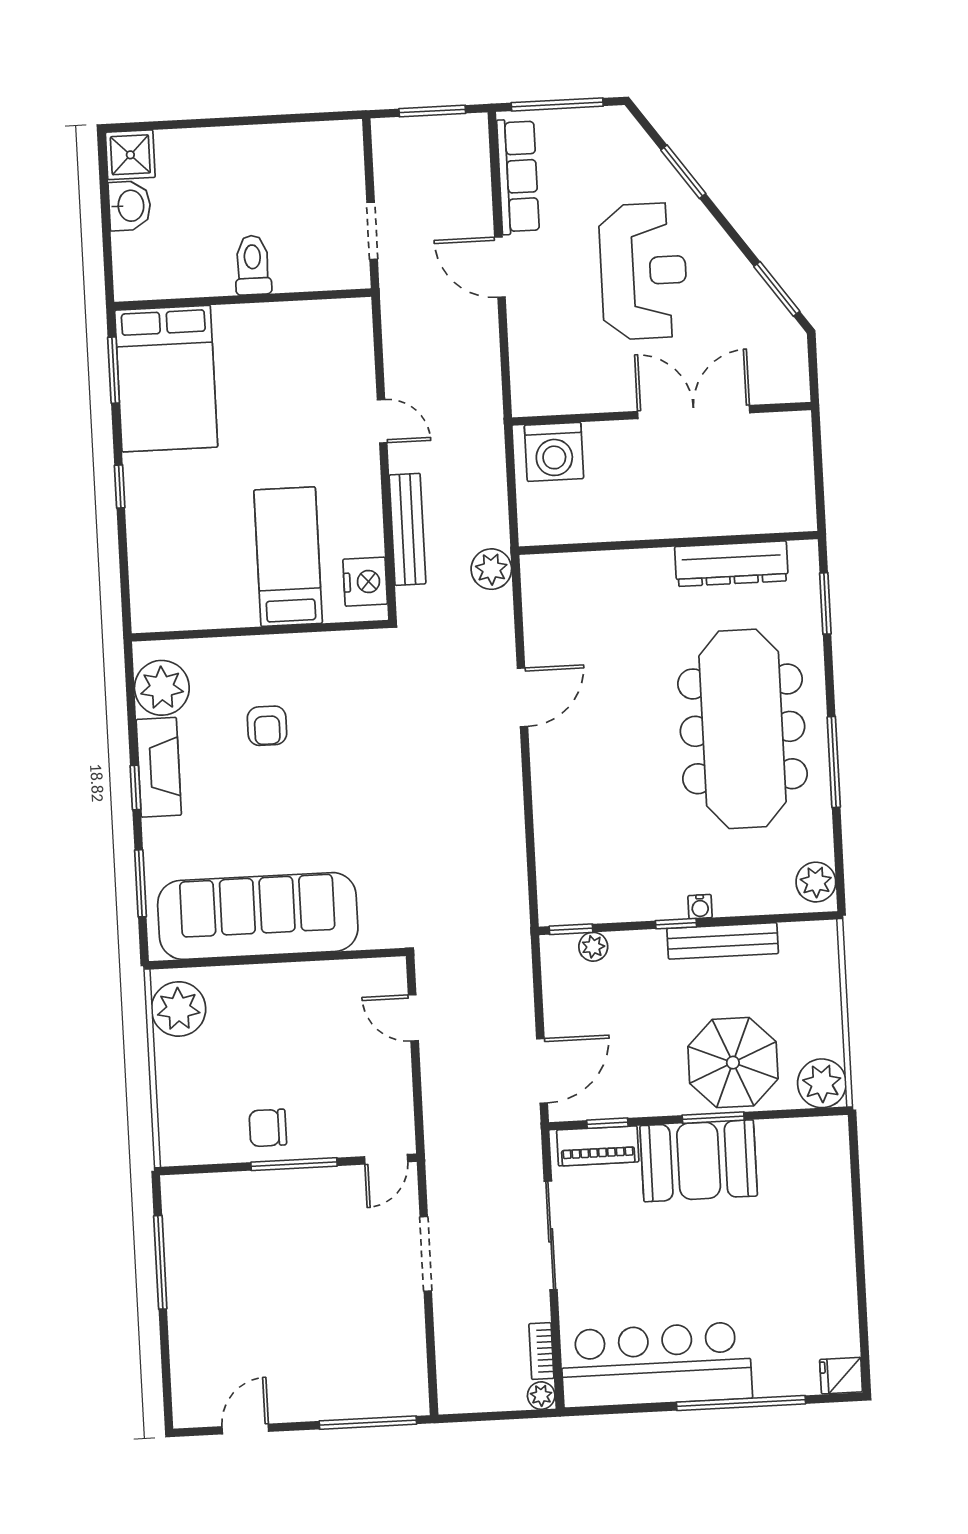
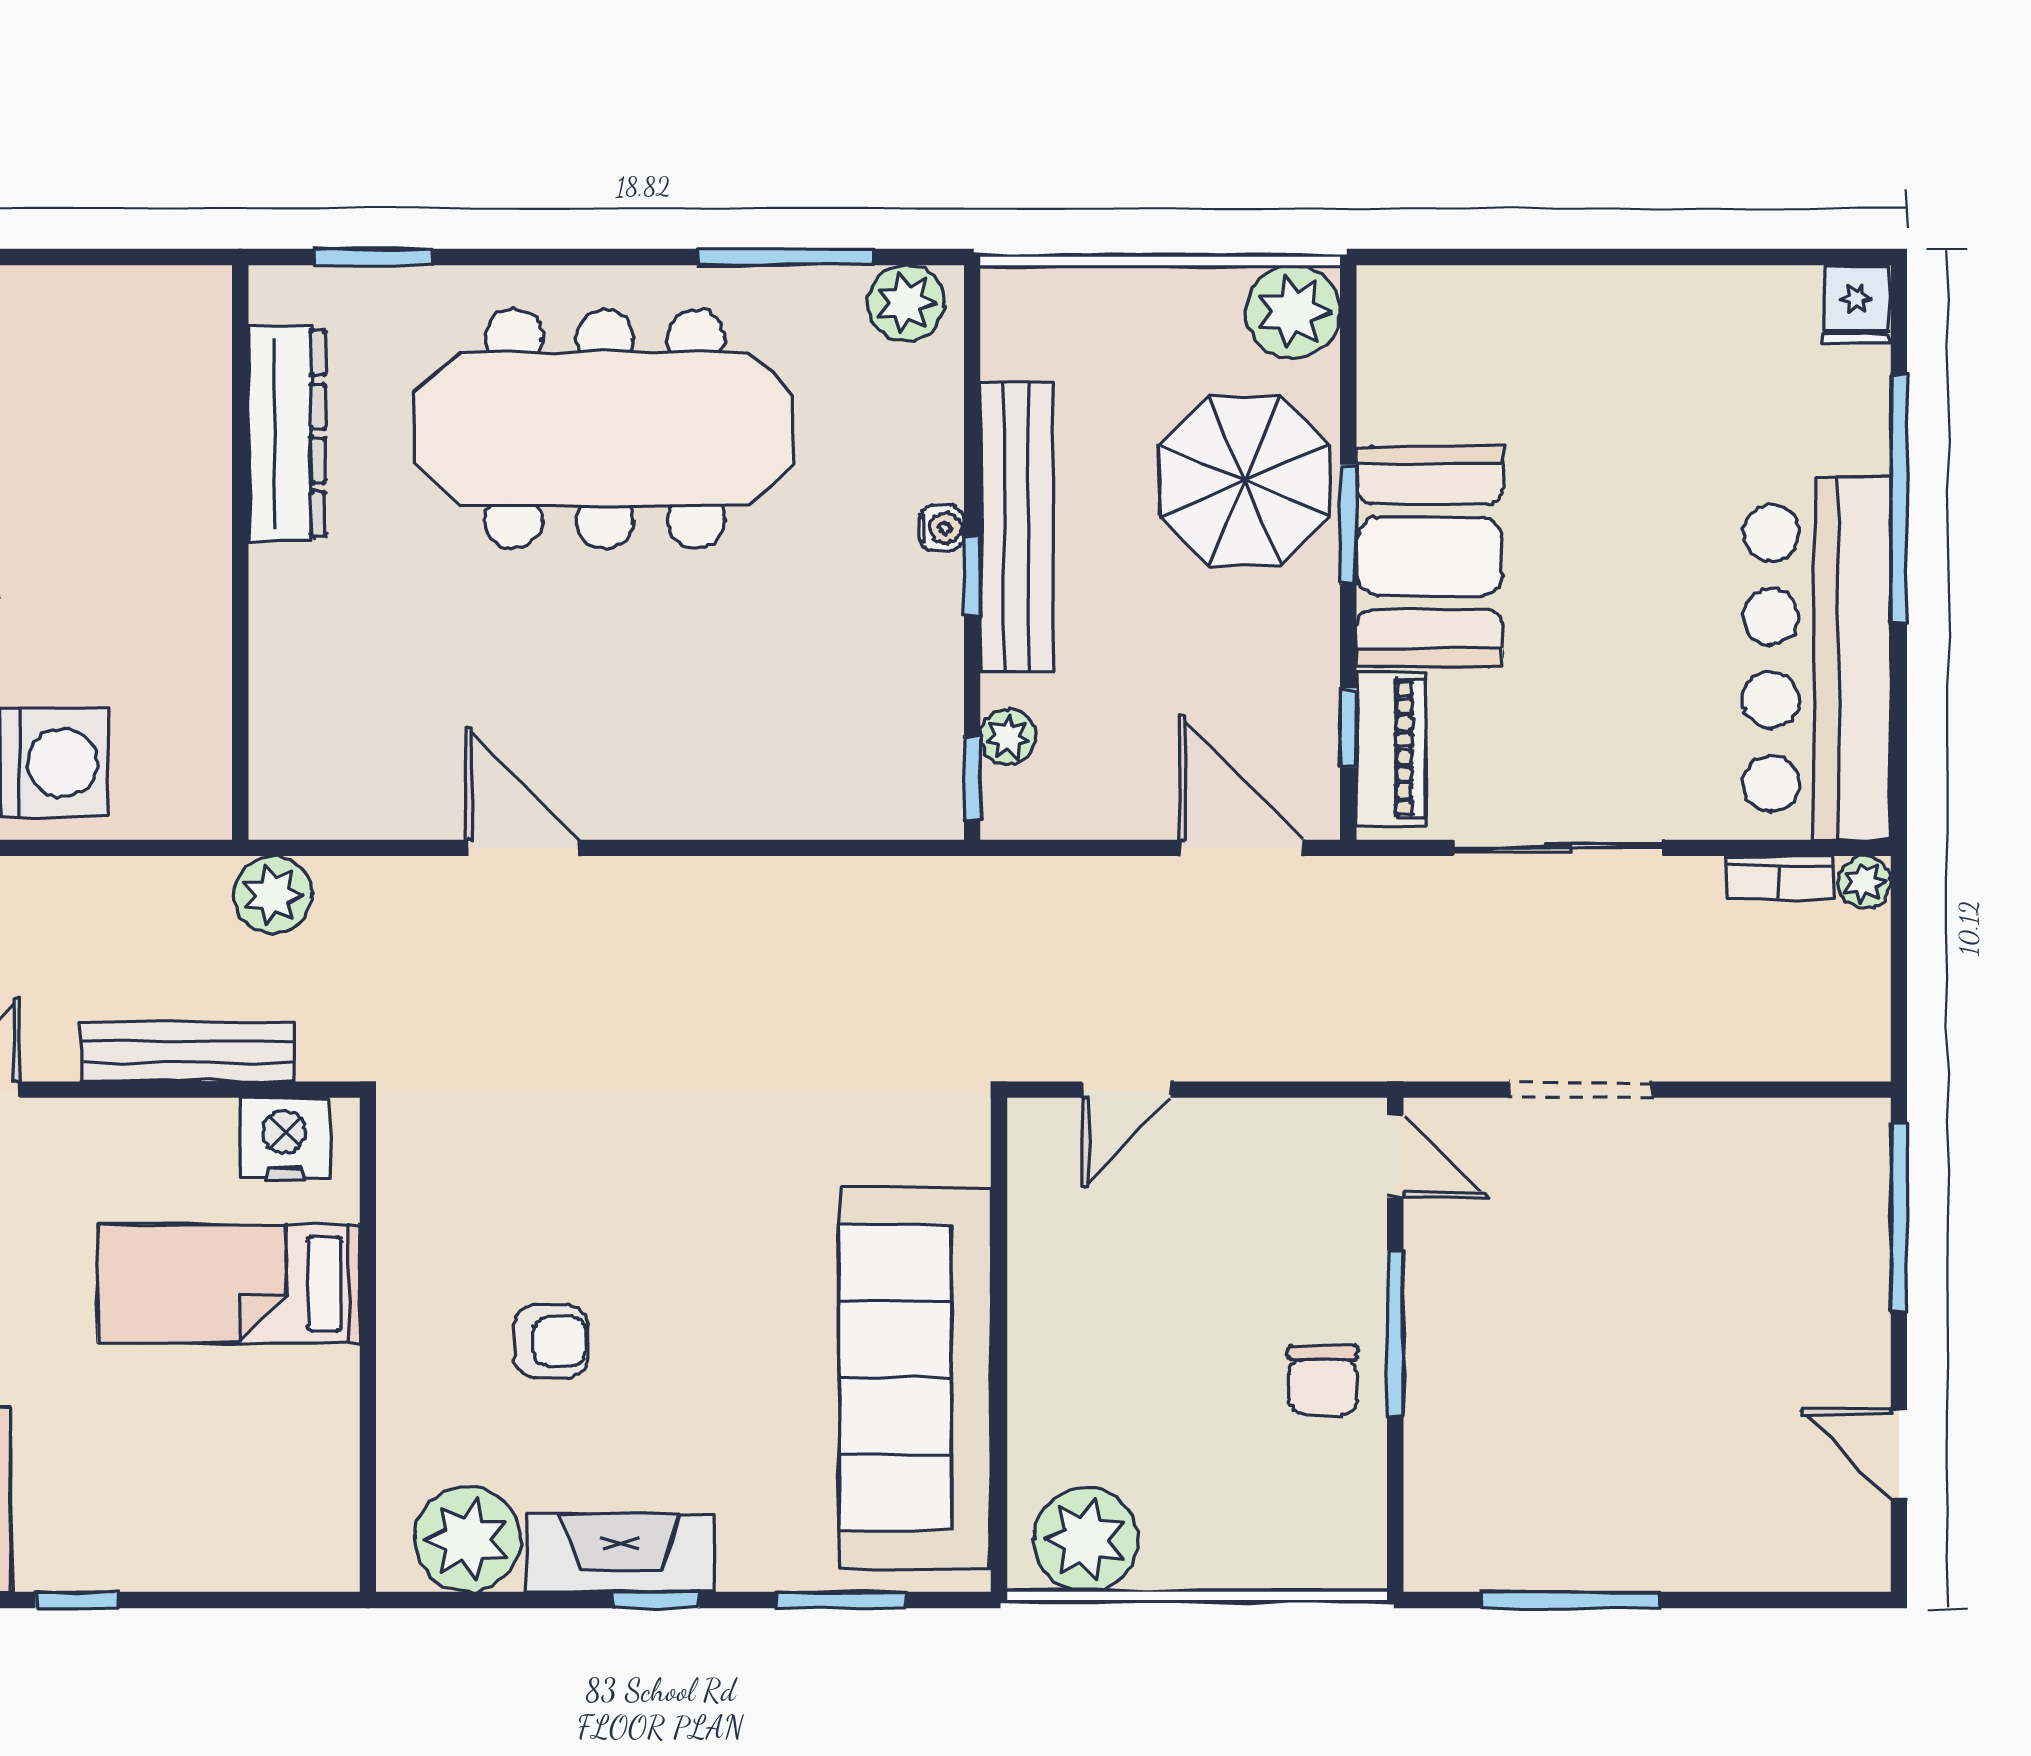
window: (834, 762) -> (785, 257), moved
bench: (723, 941) -> (1016, 527), width x1.37, depth x1.21

